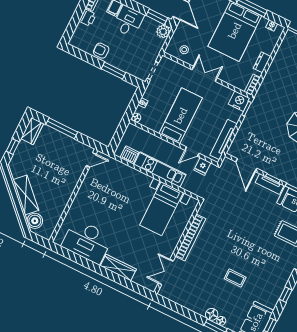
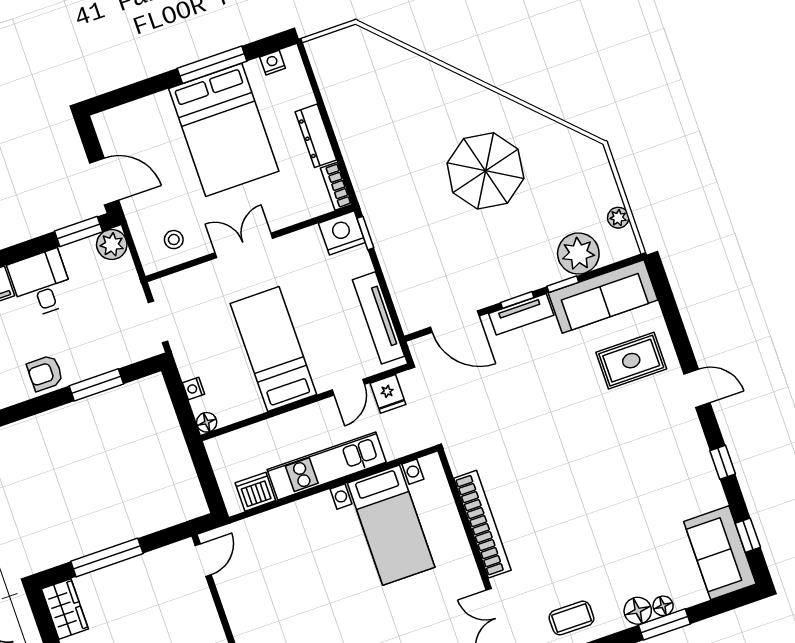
dresser: (262, 62) -> (316, 136), width x1.44
coffee table: (235, 278) -> (571, 618), moved

